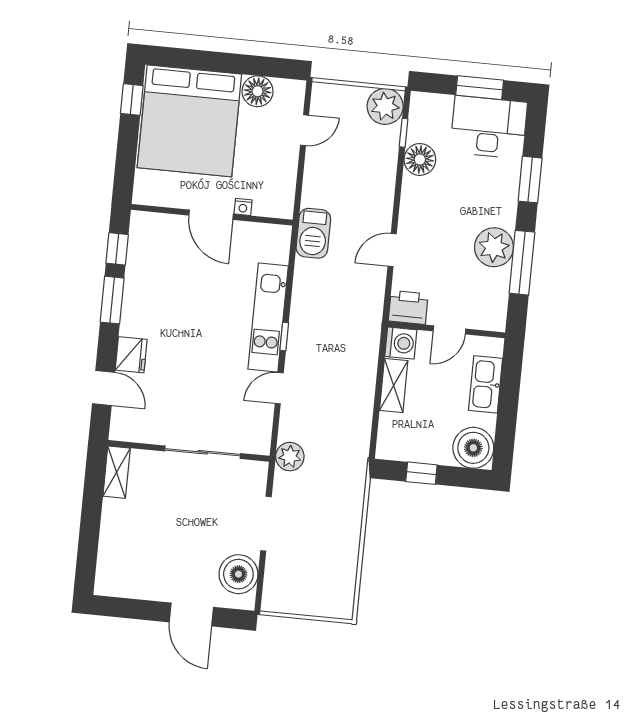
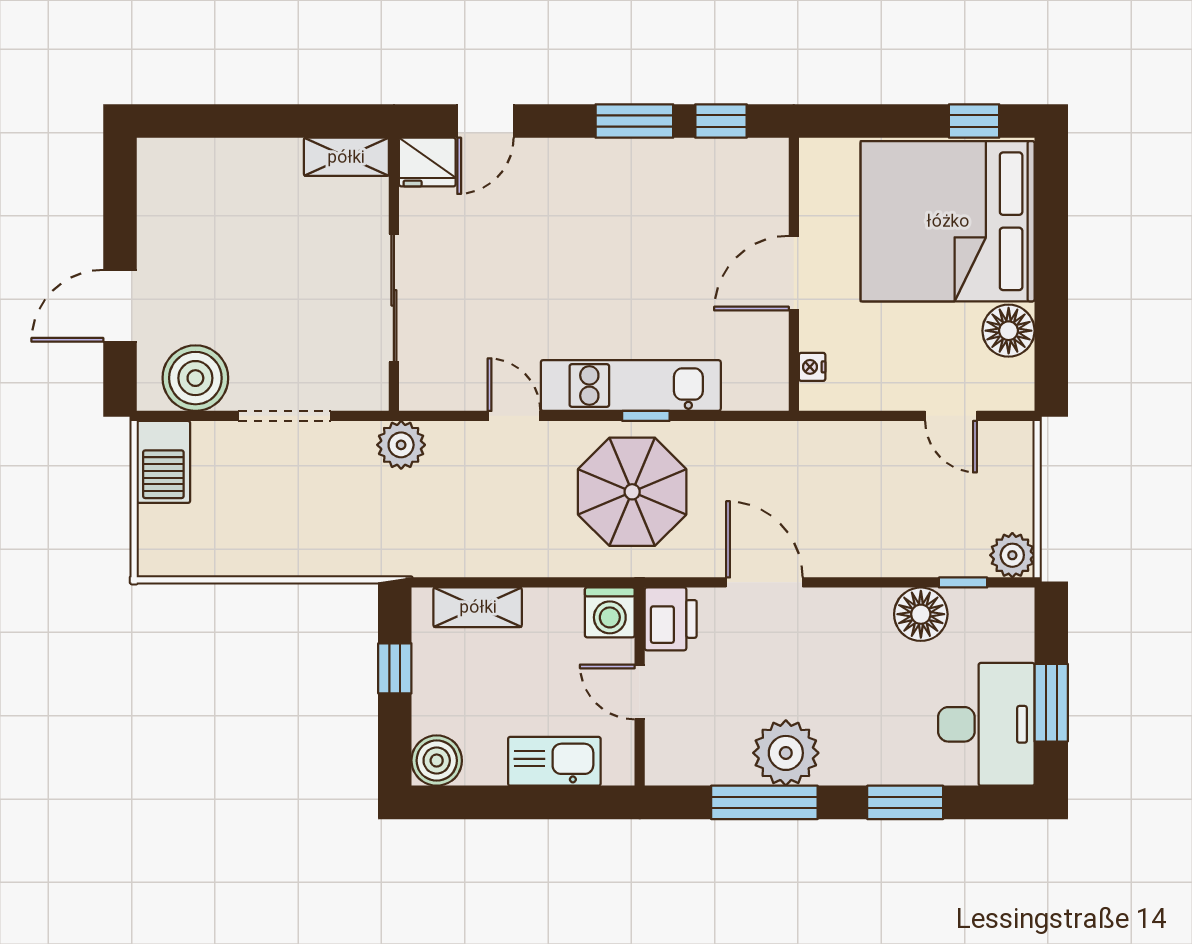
plant: (385, 106) -> (1012, 555), width x0.73, depth x0.73
nightstand: (243, 207) -> (812, 367), moved
barbecue: (313, 233) -> (163, 462), moved, turned -90
door: (392, 250) -> (764, 582), width x1.38
parasol: (331, 323) -> (632, 492), added
window: (284, 337) -> (646, 416), moved
fridge: (131, 355) -> (427, 162), moved
shelving: (394, 386) -> (478, 607), moved
boiler: (473, 448) -> (437, 761), width x0.73, depth x0.73

